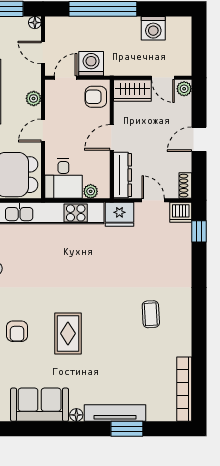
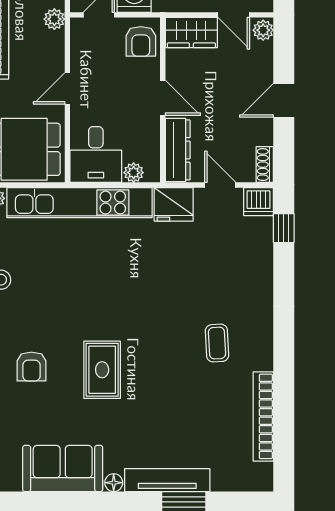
armchair: (96, 97) -> (141, 41), turned -90
plant: (34, 98) -> (54, 19), moved
door: (112, 137) -> (163, 98), swing flipped
bookcase: (184, 389) -> (263, 416), moved

